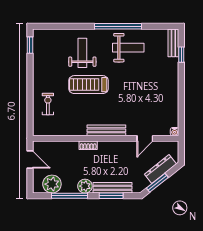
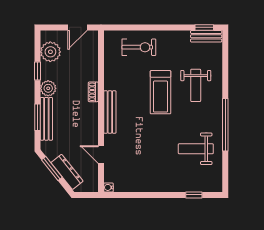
bench: (173, 43) -> (206, 36), moved
weight bench: (128, 48) -> (196, 149), moved, turned 90
weight bench: (82, 53) -> (196, 85), turned 90
treadmill: (89, 85) -> (161, 92), turned 180
exercise bike: (48, 104) -> (139, 47), width x1.38, depth x1.39
window: (69, 196) -> (37, 71), width x0.46

